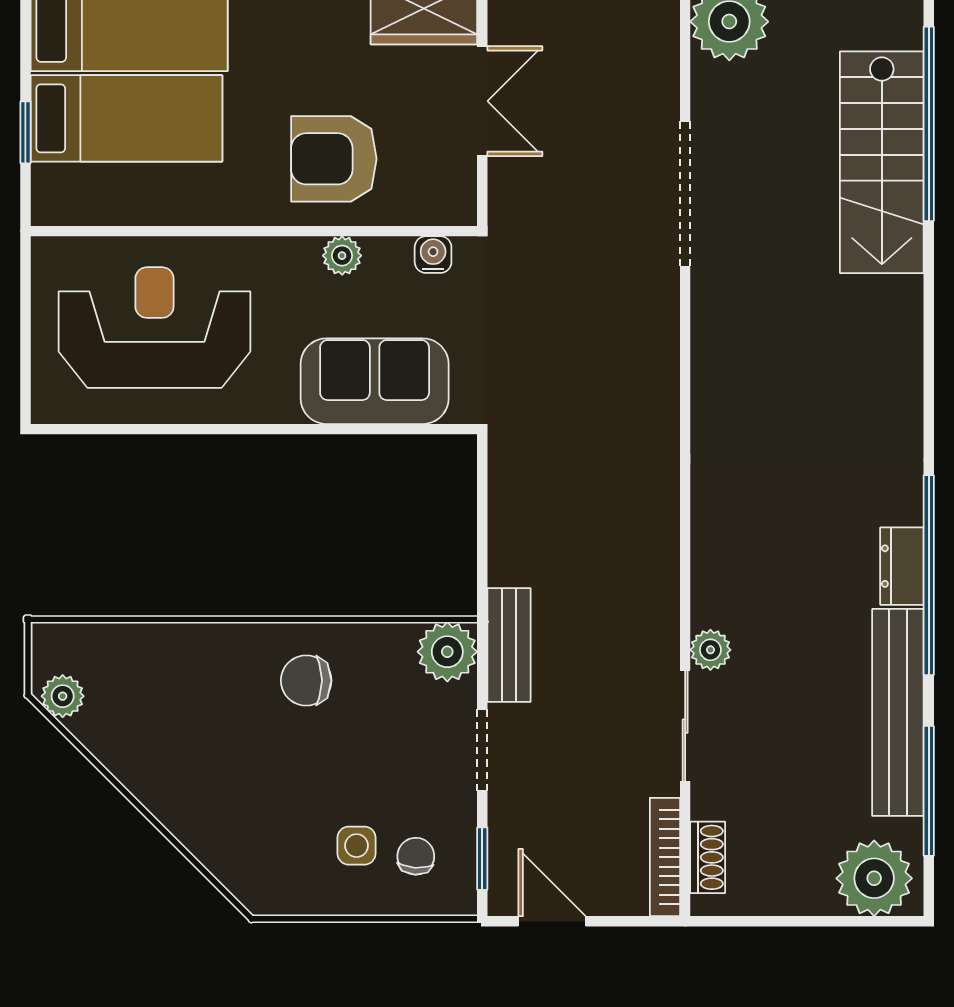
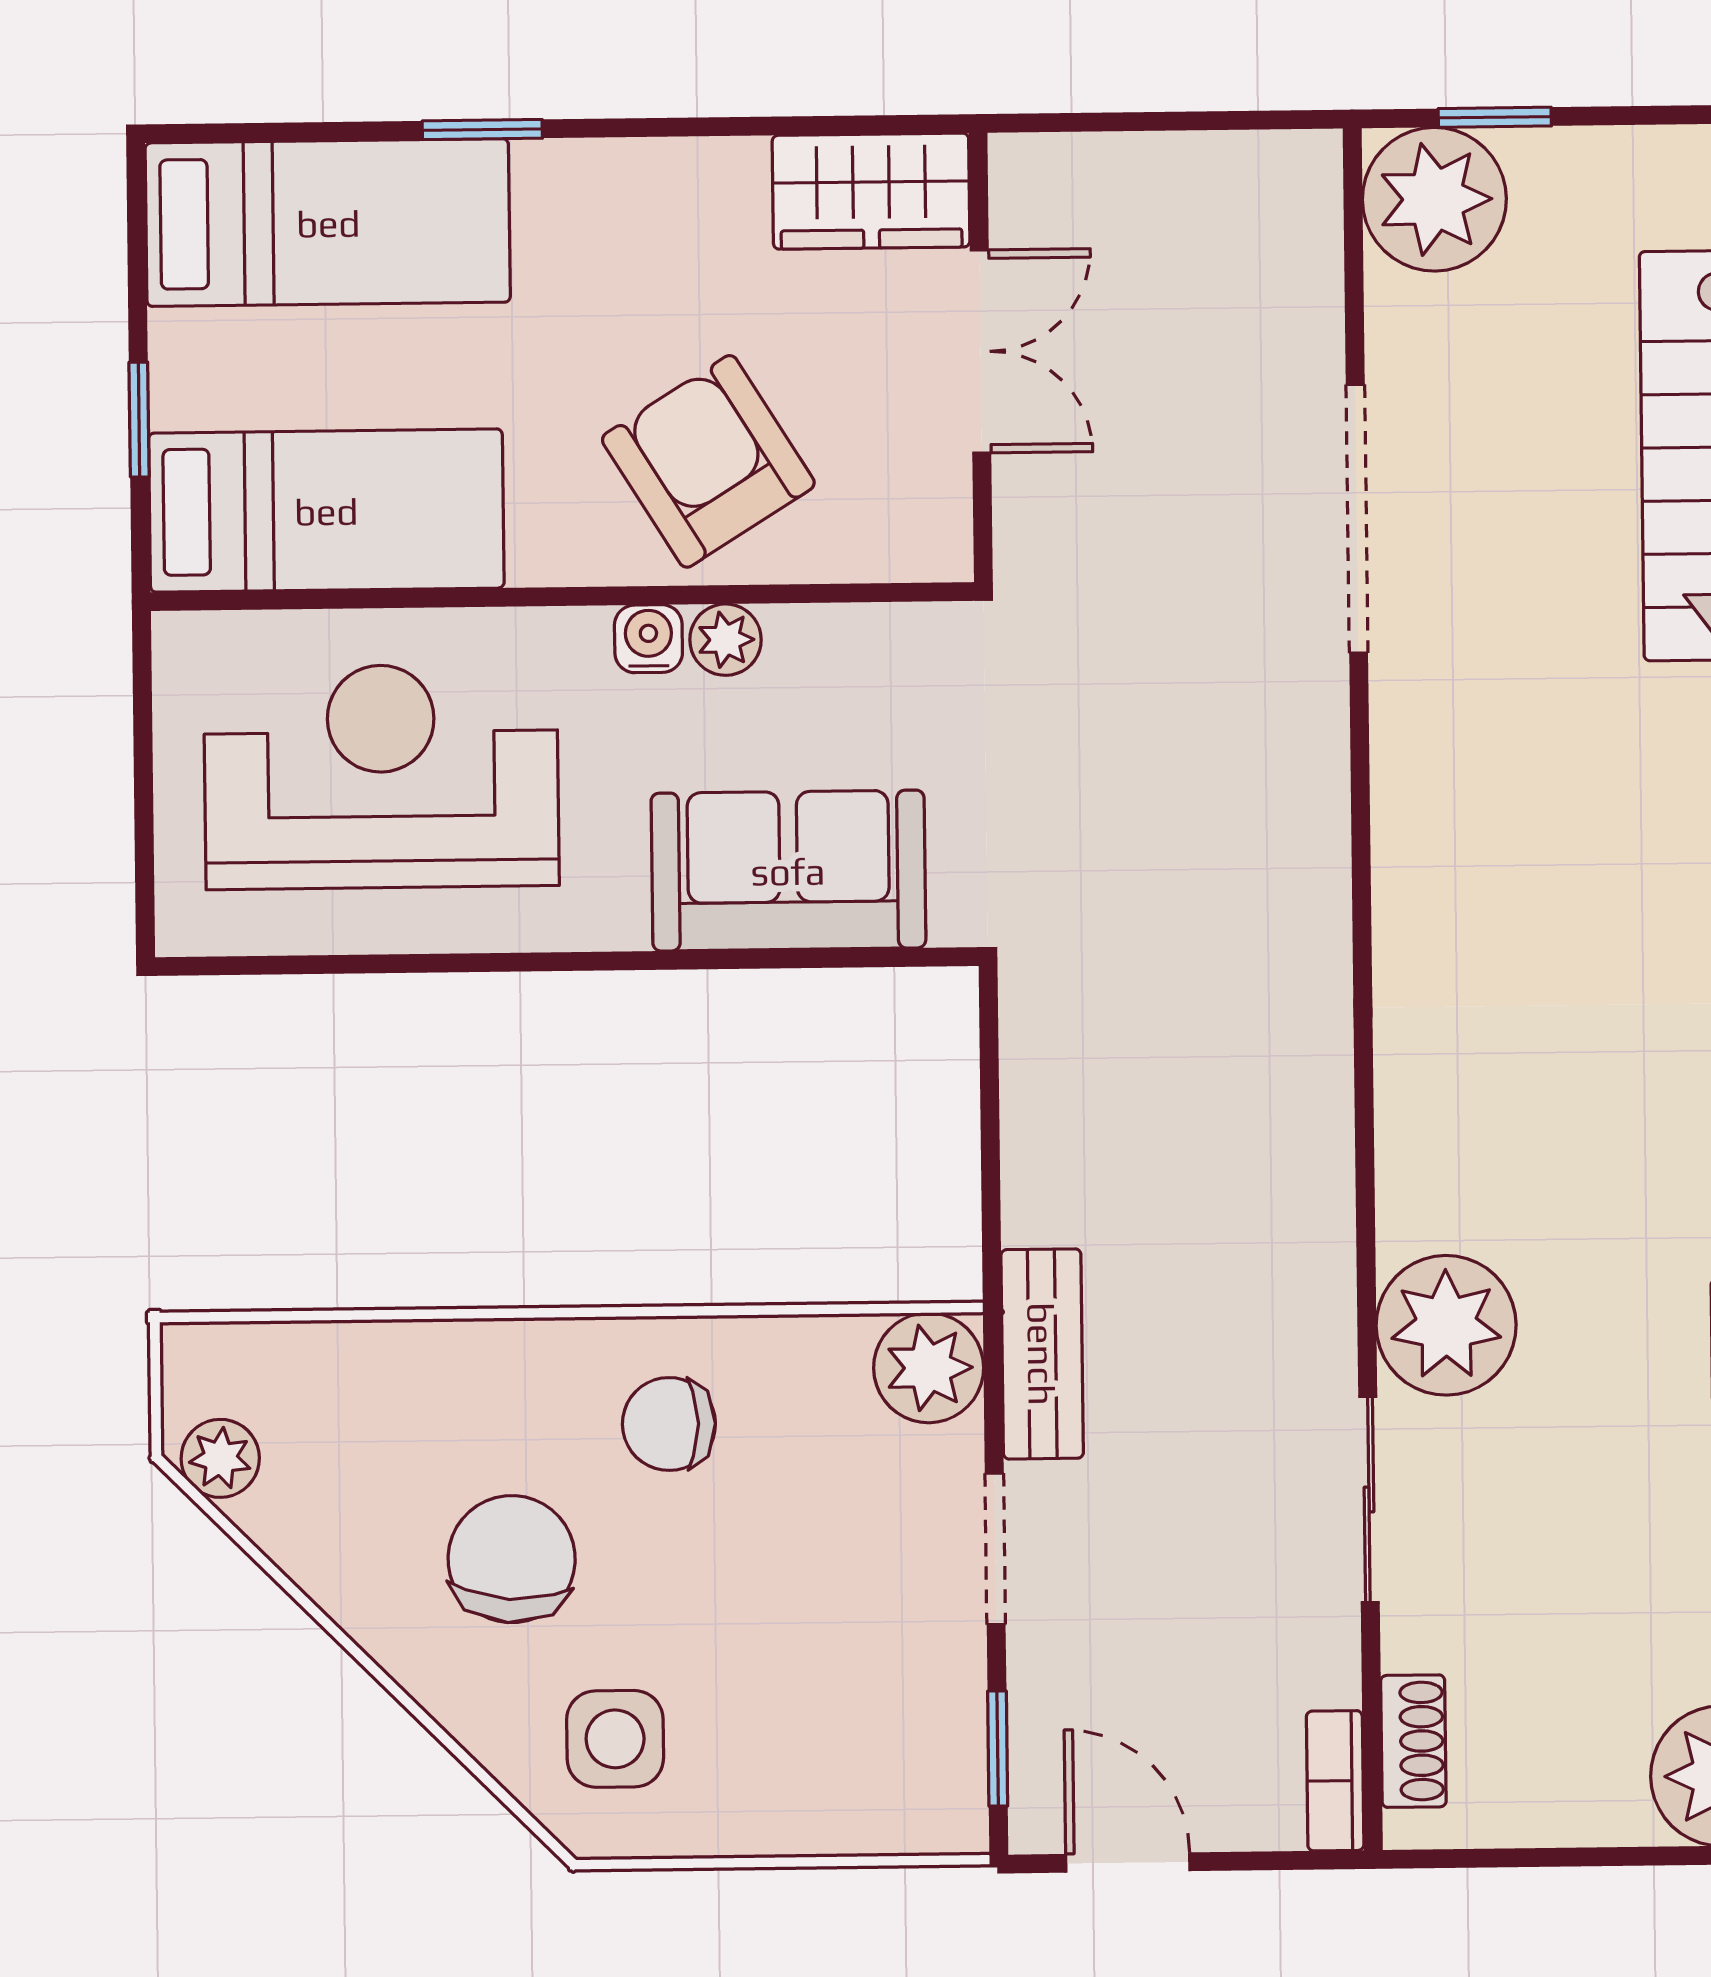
bed: (126, 118) -> (326, 511), moved
armchair: (334, 159) -> (708, 461), turned 58
water cooler: (433, 255) -> (648, 639), moved
plant: (710, 650) -> (1446, 1325), width x1.88, depth x1.88
side table: (357, 846) -> (615, 1739), moved, width x1.37, depth x1.37
chair: (416, 856) -> (512, 1559), moved, width x1.87, depth x1.87
bookcase: (665, 857) -> (1335, 1781), width x0.64

